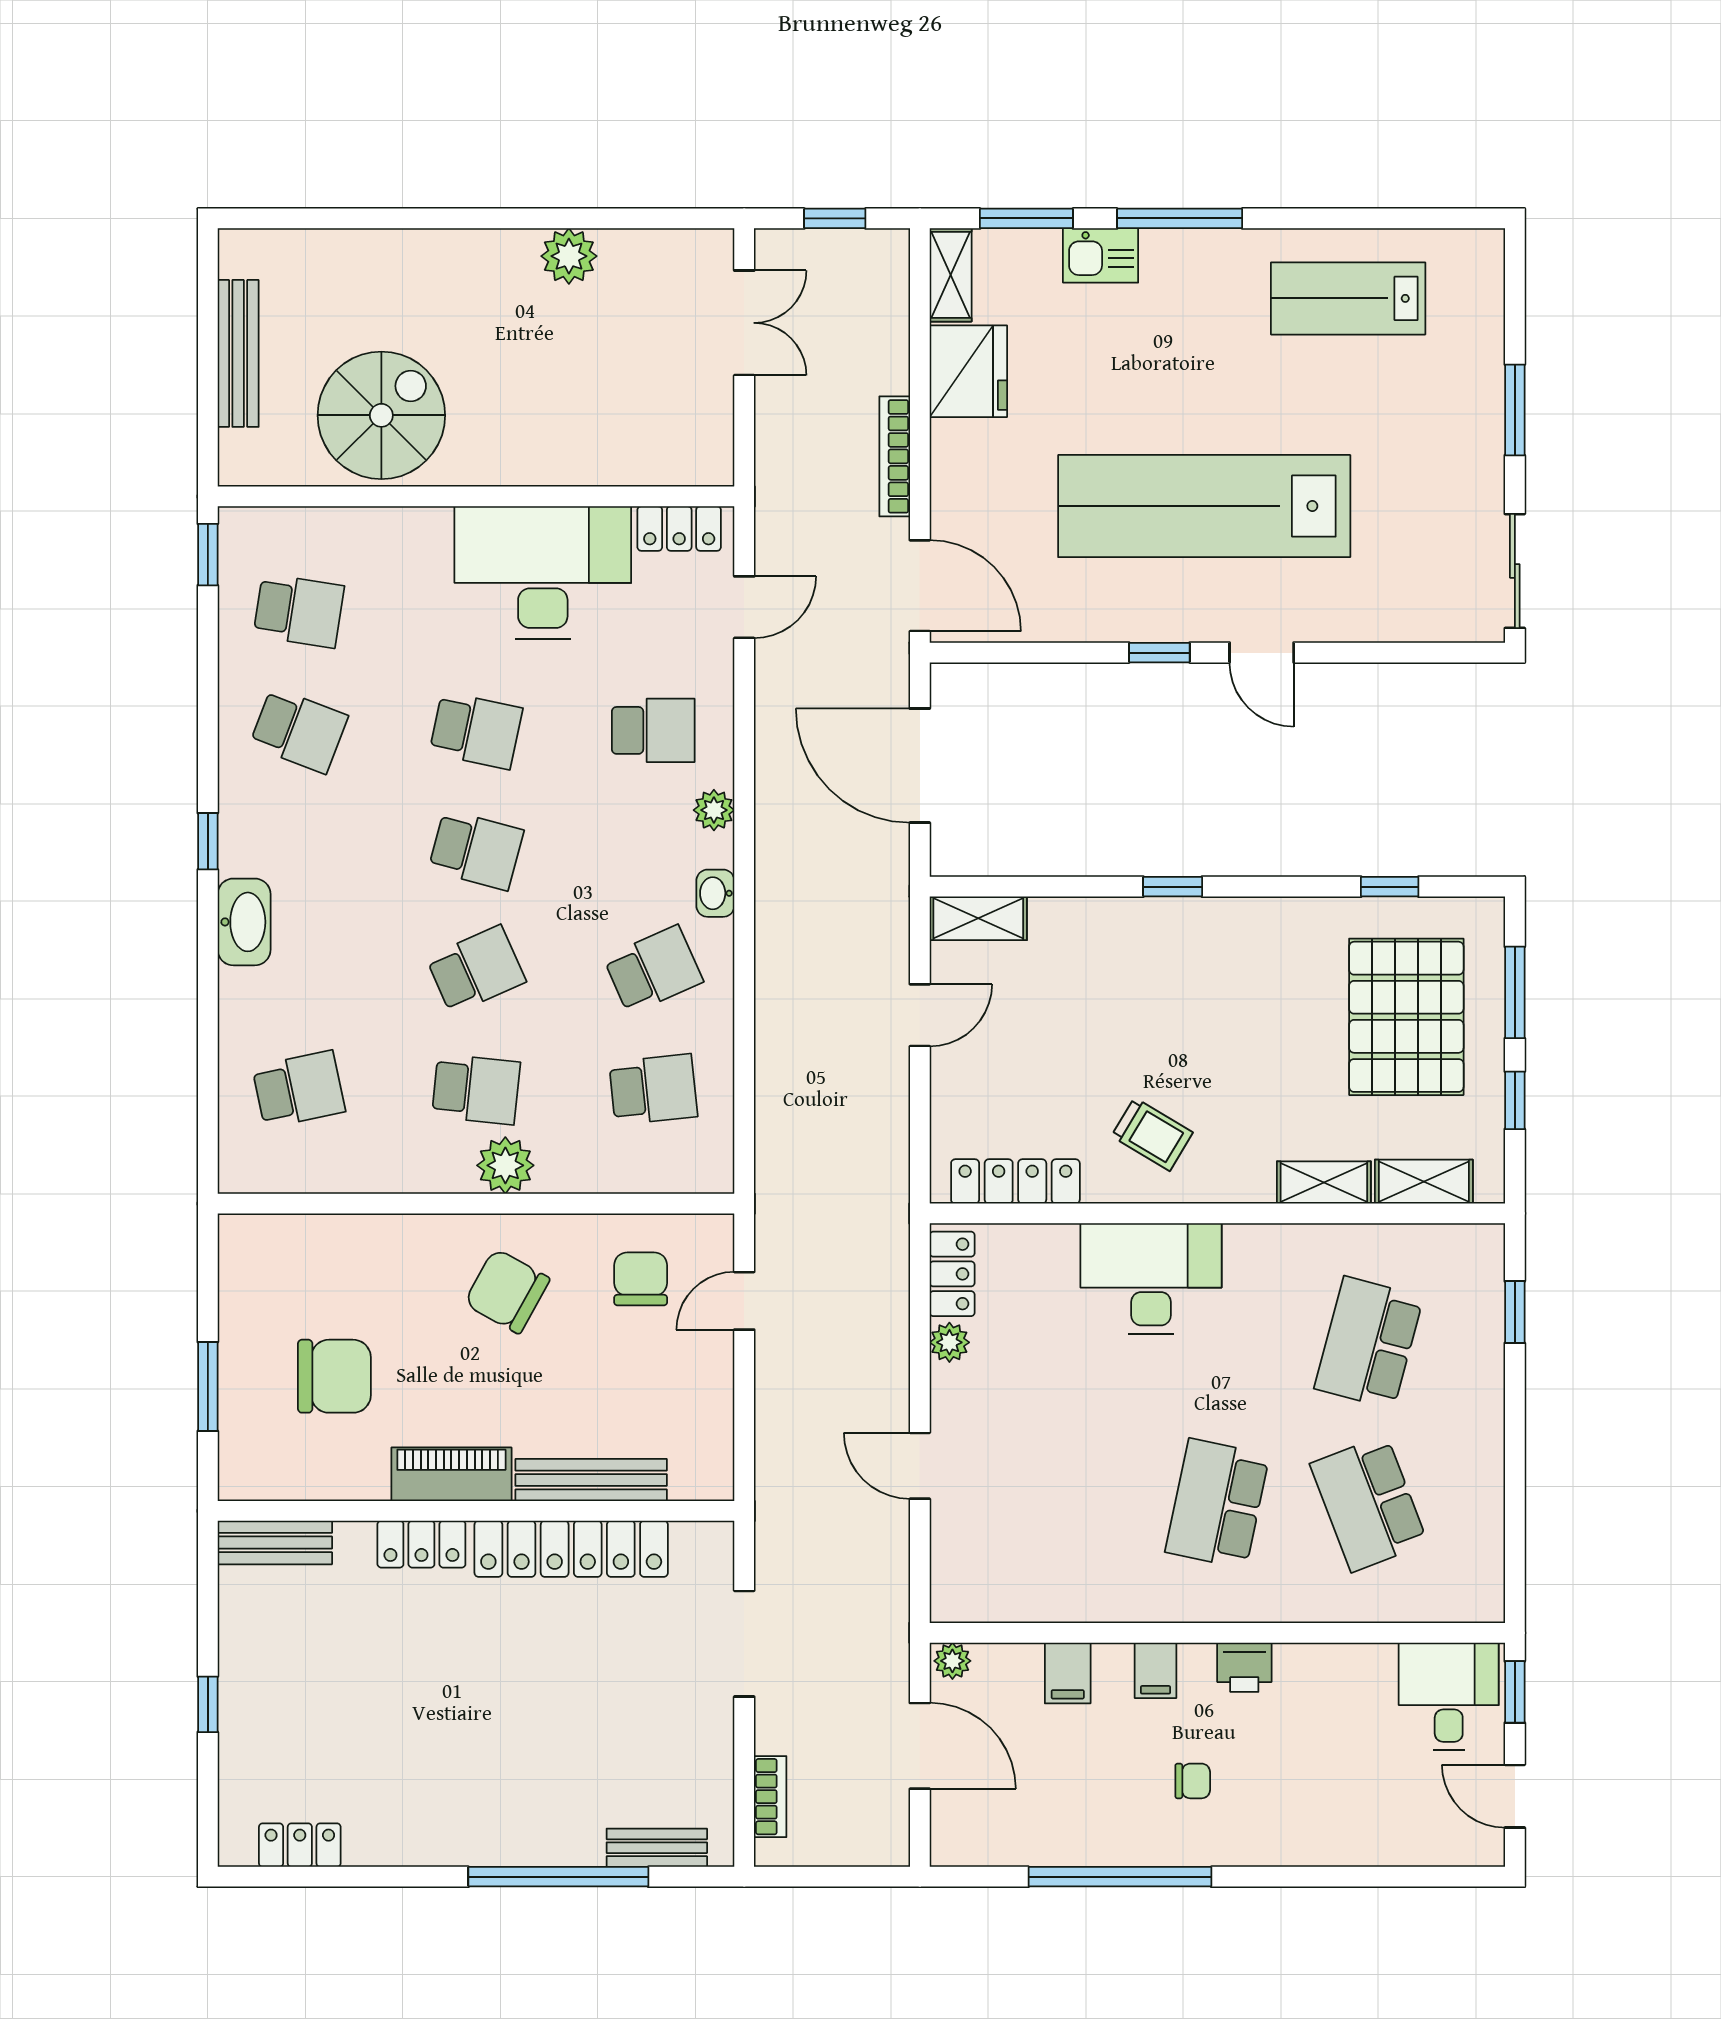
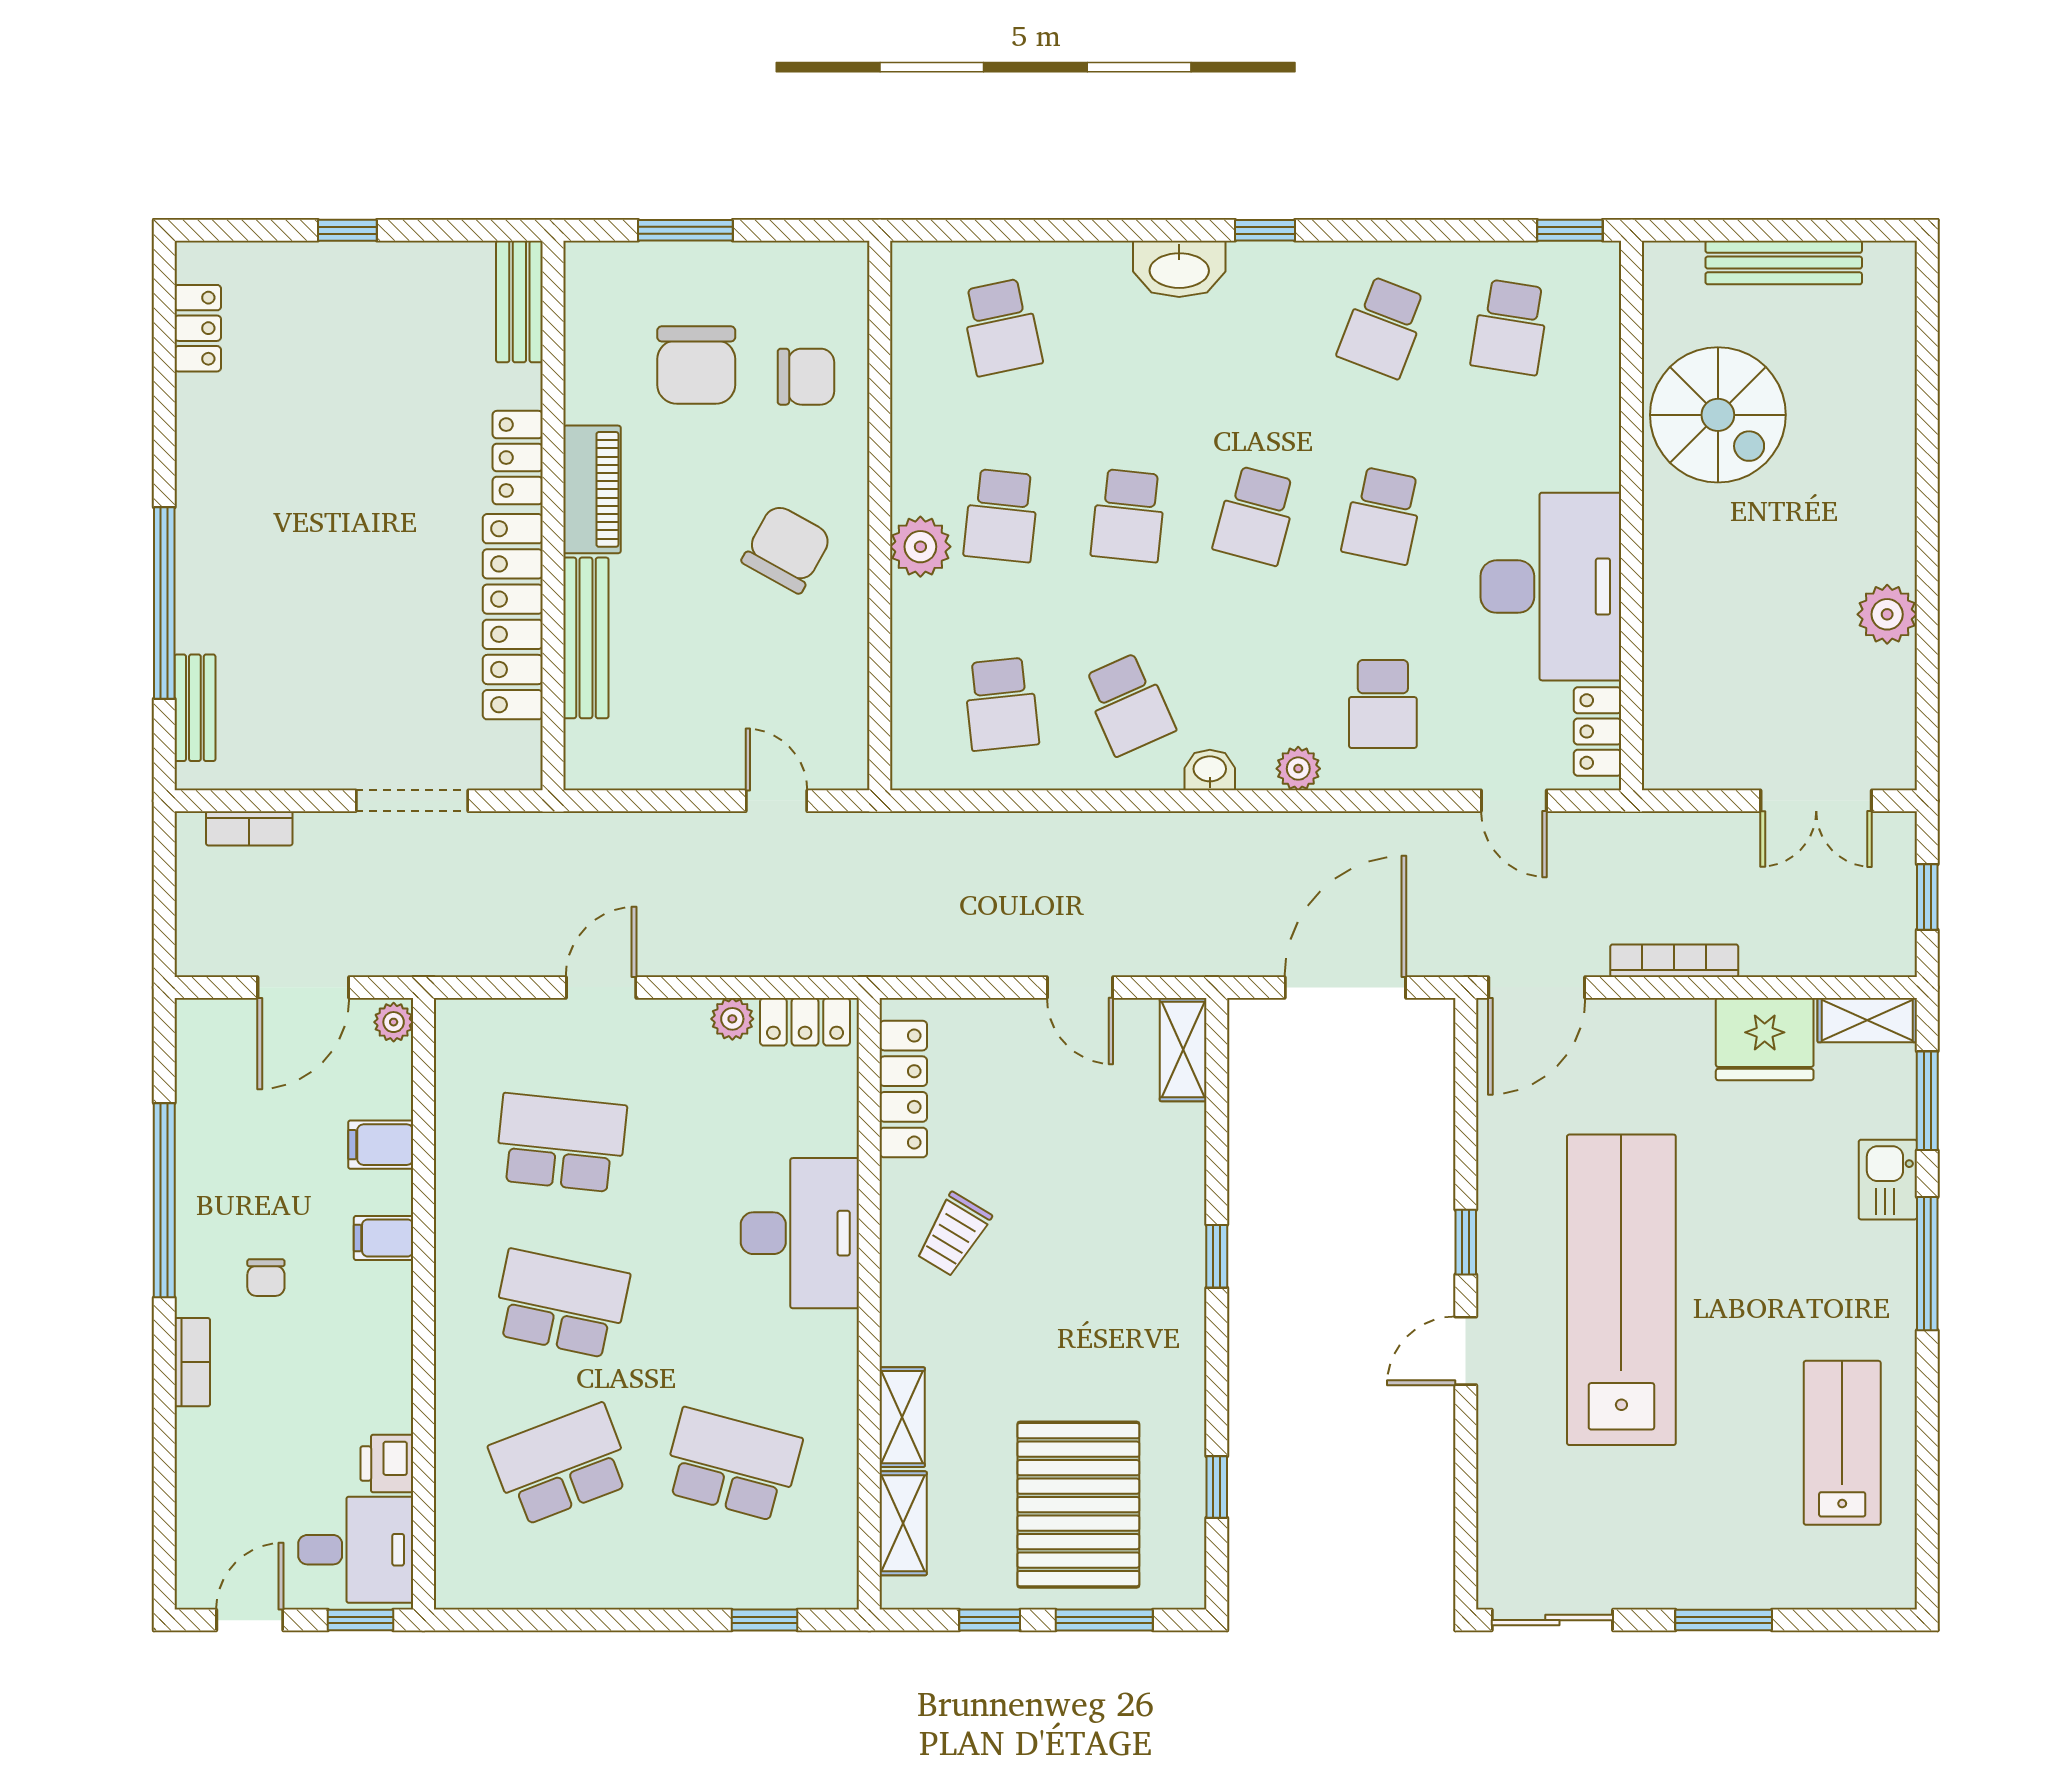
school desk: (476, 970) -> (1128, 516), turned 30
pallet: (1406, 1017) -> (1078, 1505), turned 90
chair: (641, 1279) -> (806, 377), moved
school desk: (1066, 1504) -> (561, 1143), added
printer: (1244, 1667) -> (387, 1464), moved
bookcase: (1272, 1850) -> (192, 1362), added

